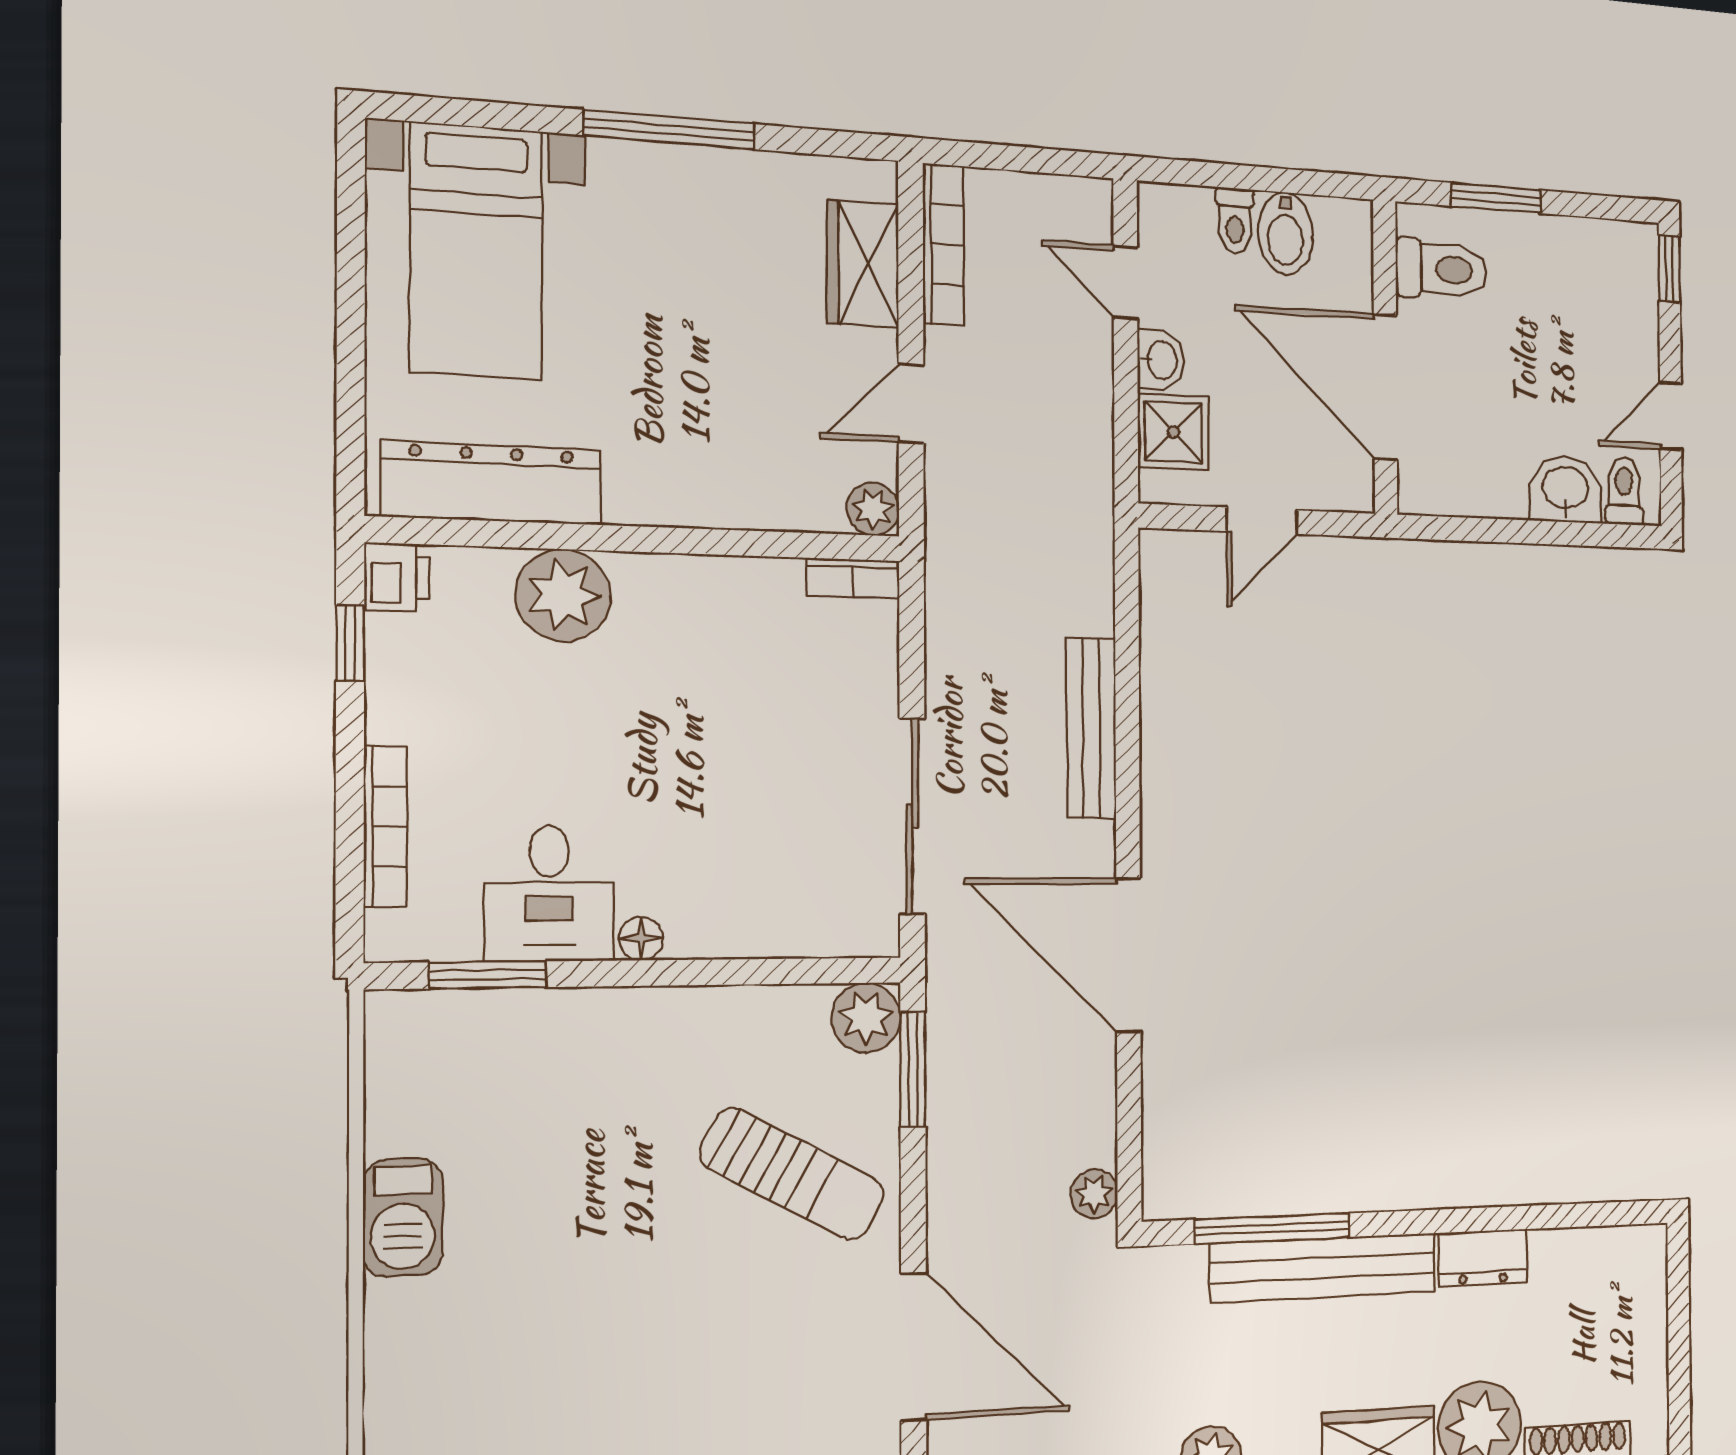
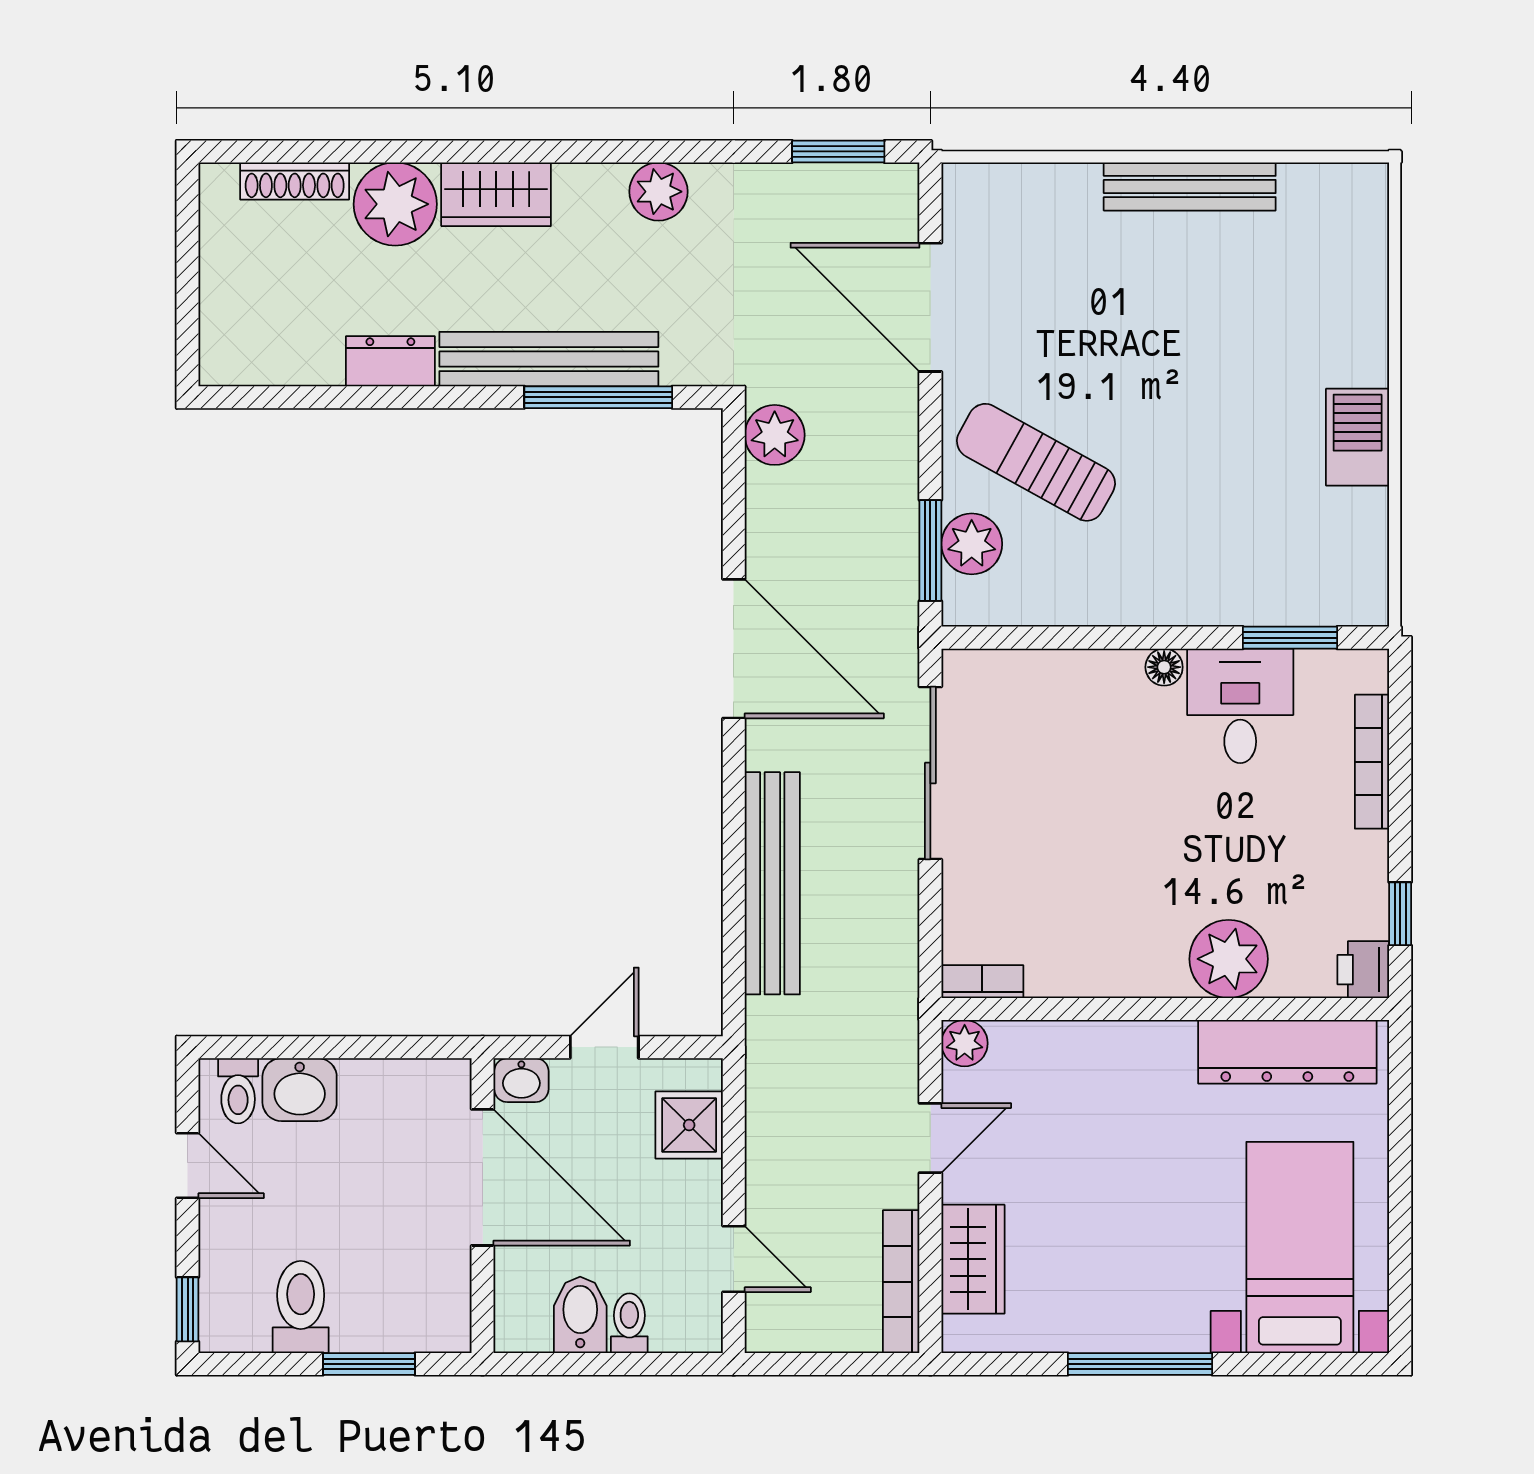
toilet: (1441, 269) -> (301, 1307), moved, turned 90
washbasin: (1161, 360) -> (521, 1080), moved, turned -90
door: (1671, 416) -> (188, 1166), hinge flipped
bench: (1091, 728) -> (772, 883), width x1.37, depth x1.21
plant: (866, 1018) -> (972, 544), moved
plant: (1094, 1194) -> (775, 435), width x1.38, depth x1.38

